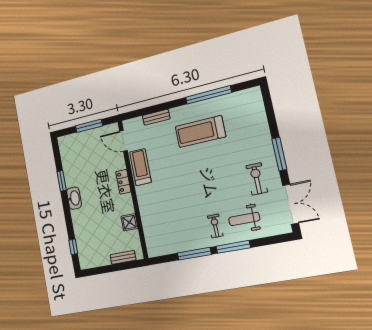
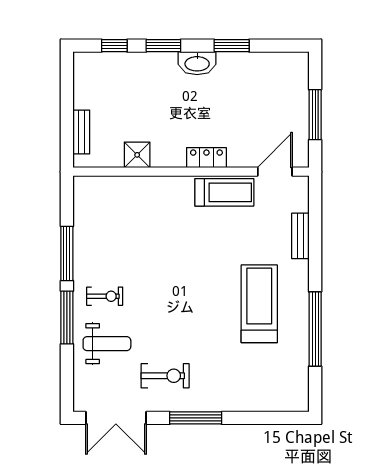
window: (68, 219) -> (163, 46), added
weight bench: (244, 219) -> (107, 344), turned 90

